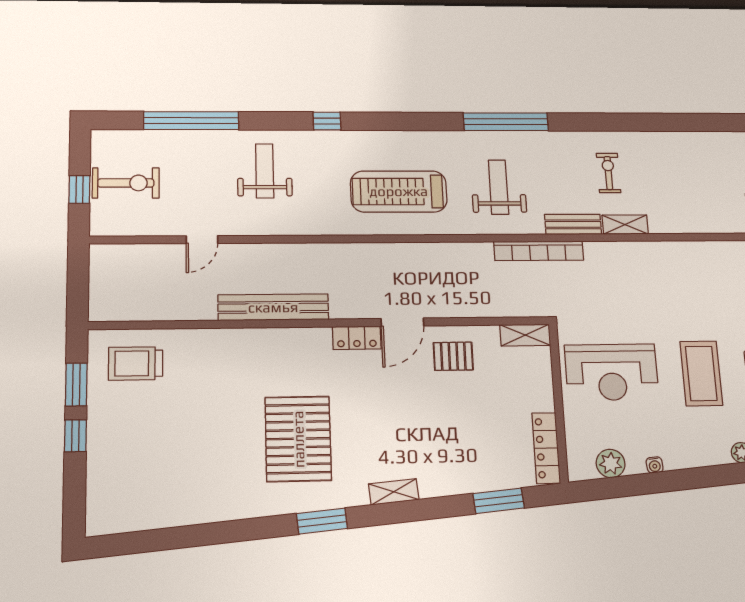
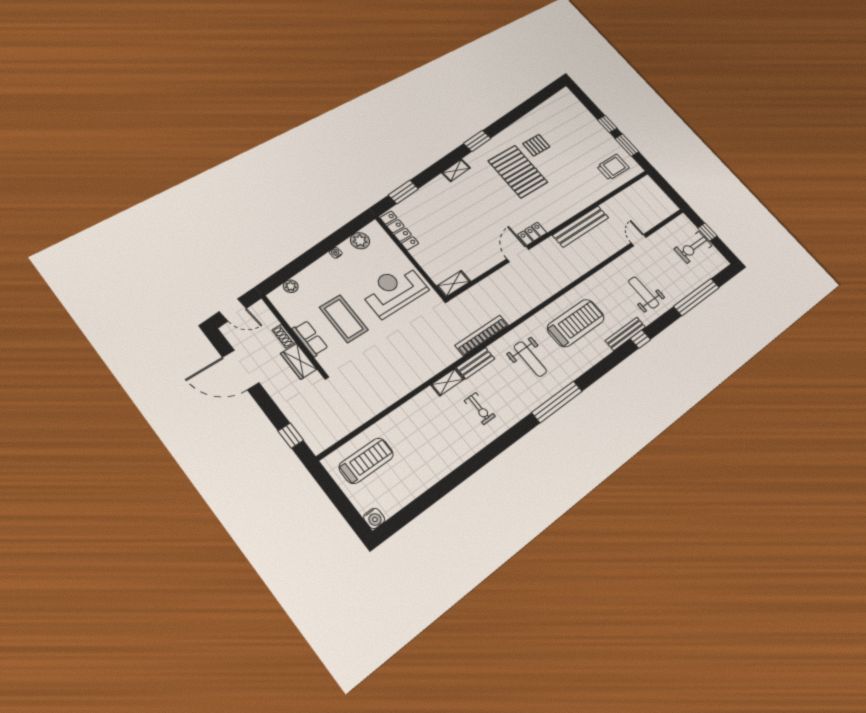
bench: (342, 139) -> (625, 334), added
weight bench: (265, 171) -> (644, 293), turned 180
pallet: (453, 356) -> (536, 145), moved

